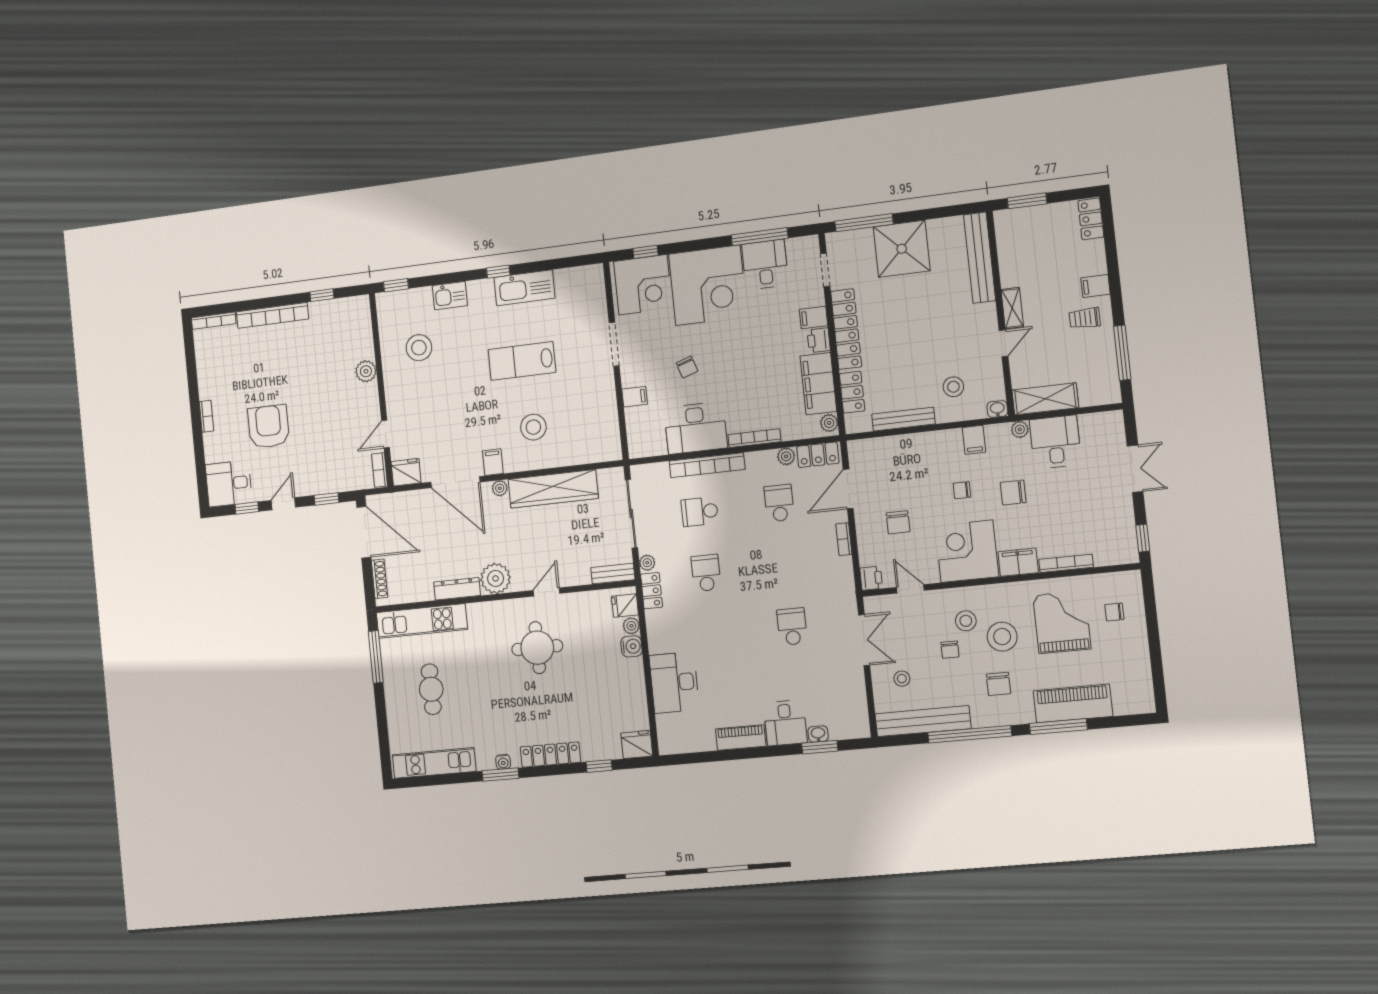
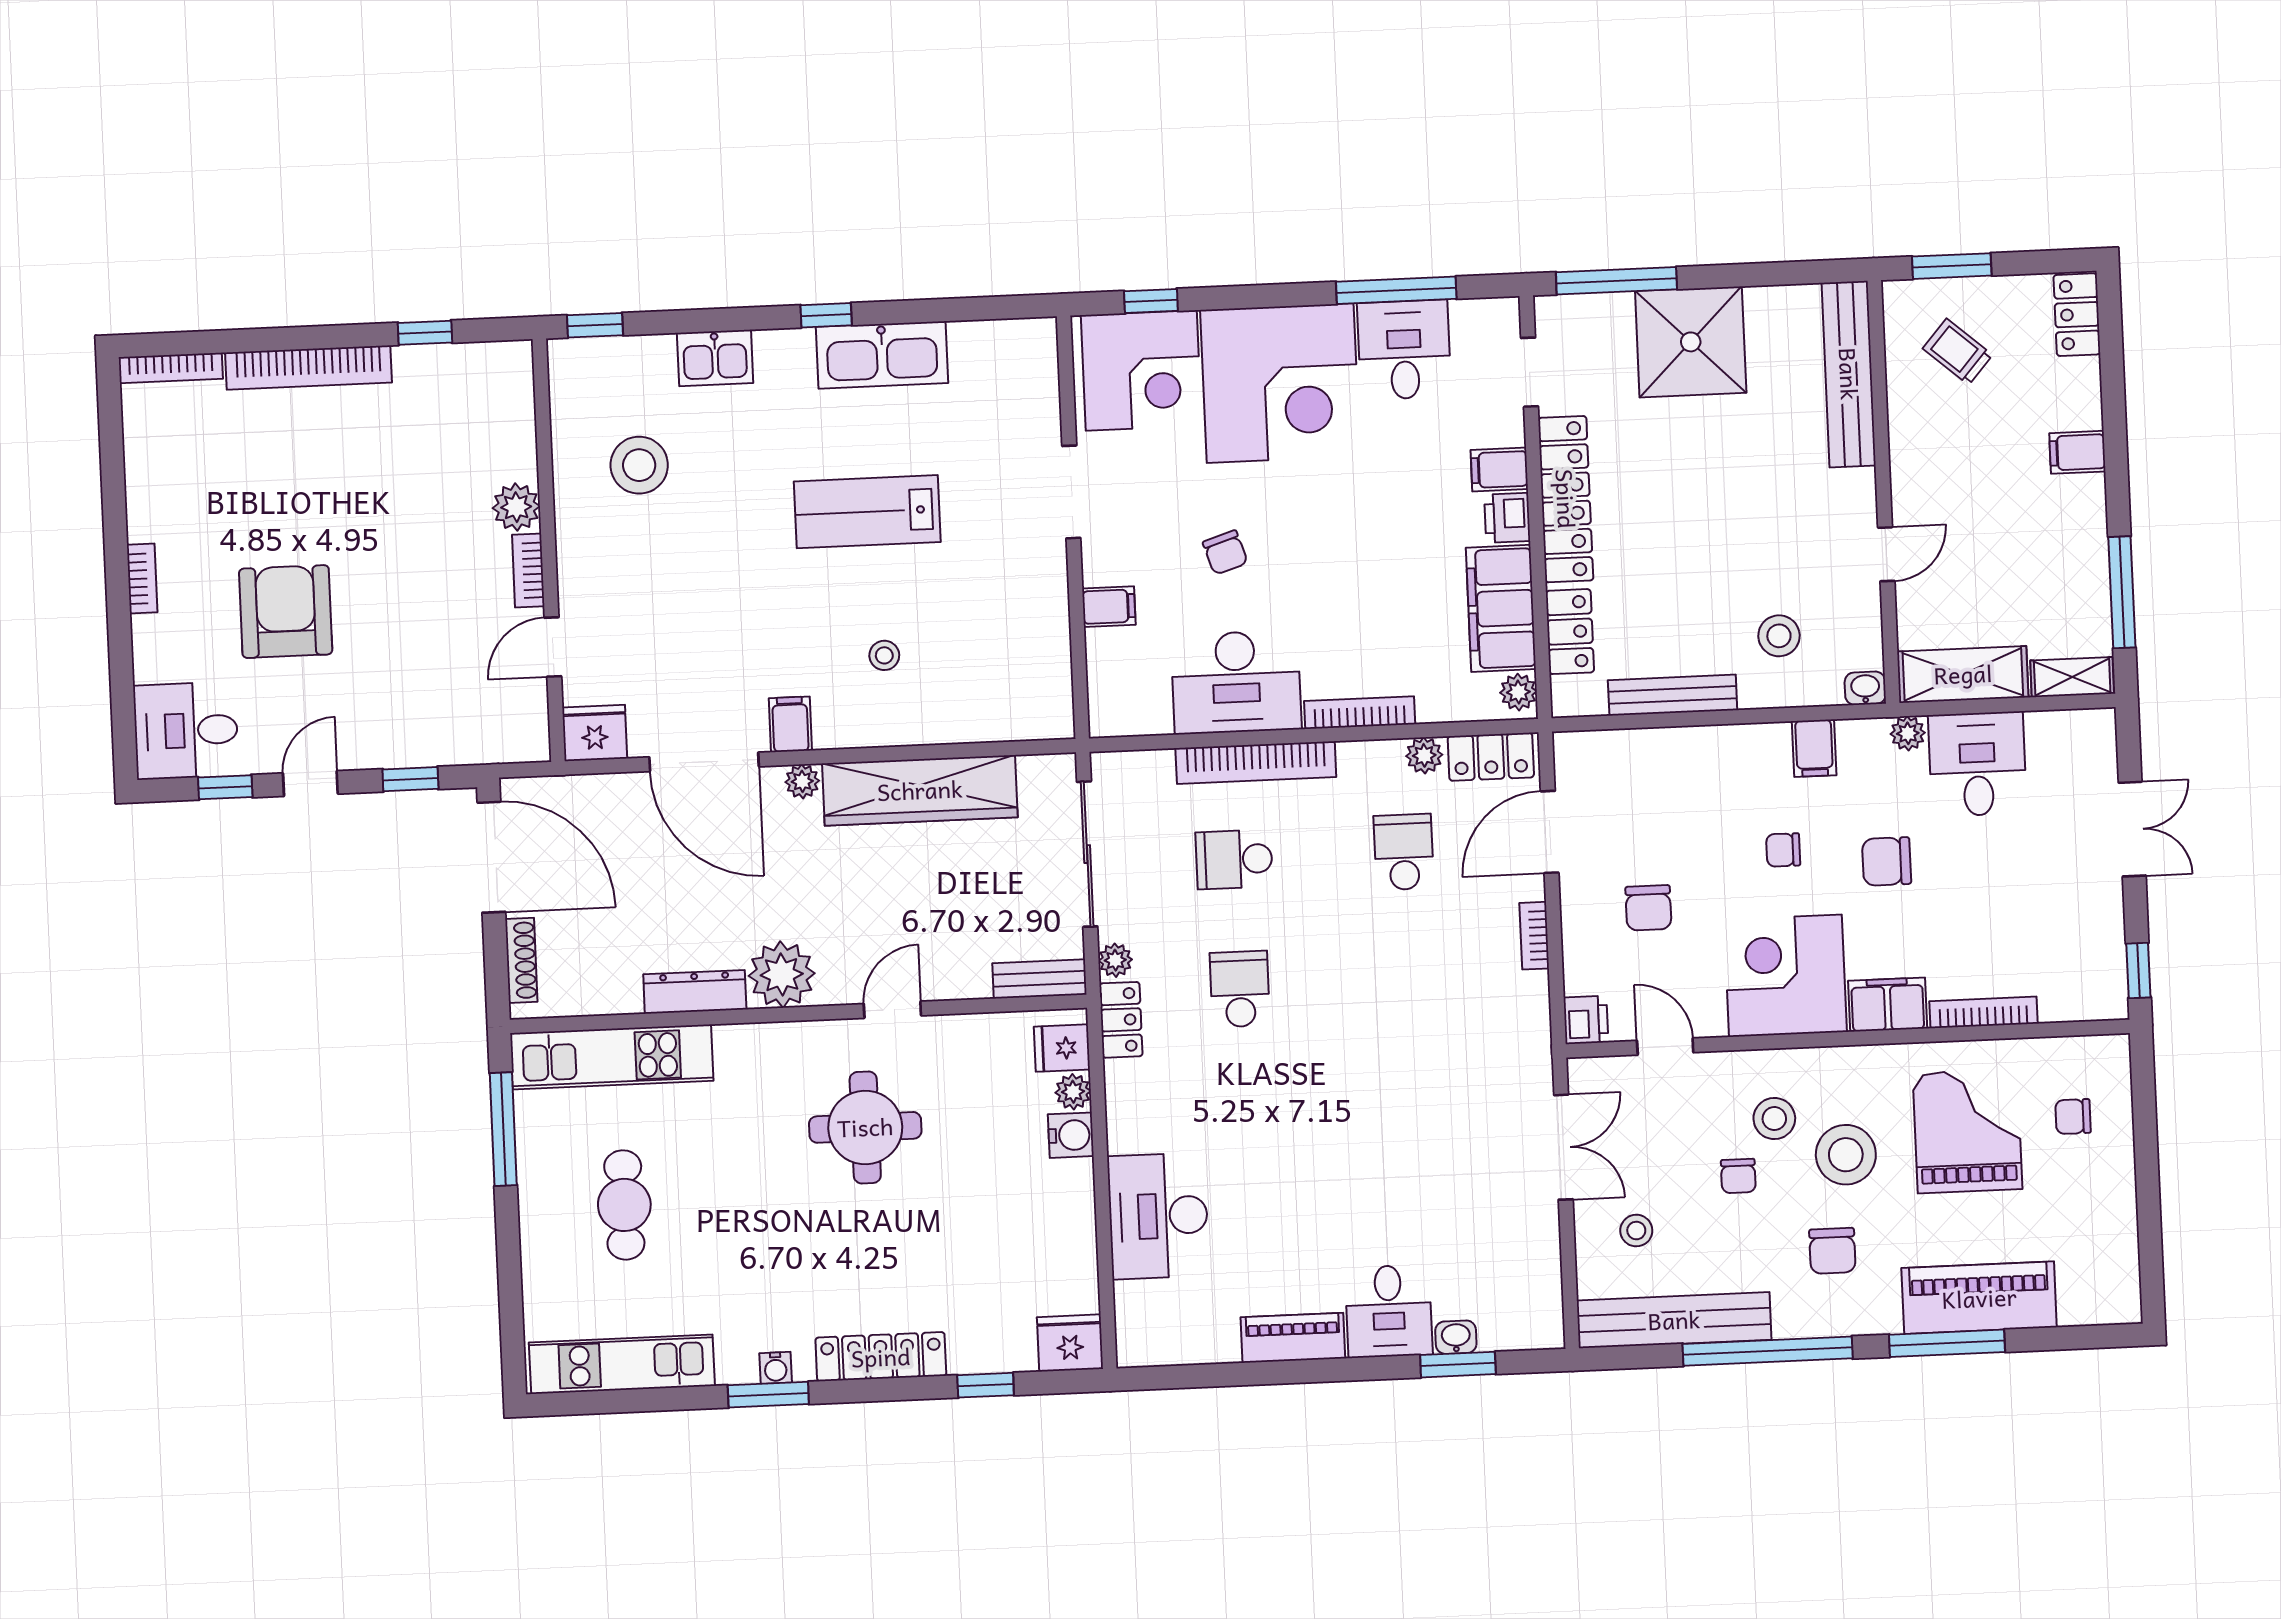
shelving: (1012, 308) -> (2072, 677), moved, turned 90
trolley: (1085, 318) -> (1958, 352), moved, turned 41
stool: (533, 427) -> (884, 655), width x0.53, depth x0.53
bookcase: (380, 470) -> (528, 571), moved
school desk: (792, 627) -> (1415, 1111), removed

